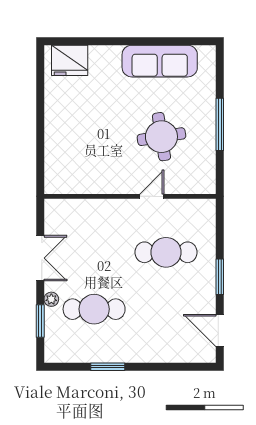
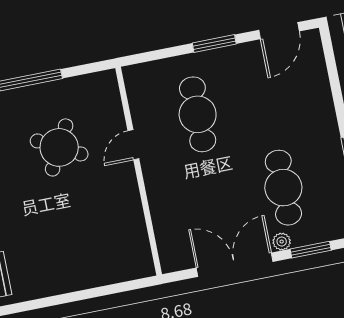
round table: (161, 137) -> (59, 147), turned 37
door: (152, 196) -> (133, 145), hinge flipped
double door: (40, 258) -> (235, 265), width x1.37

